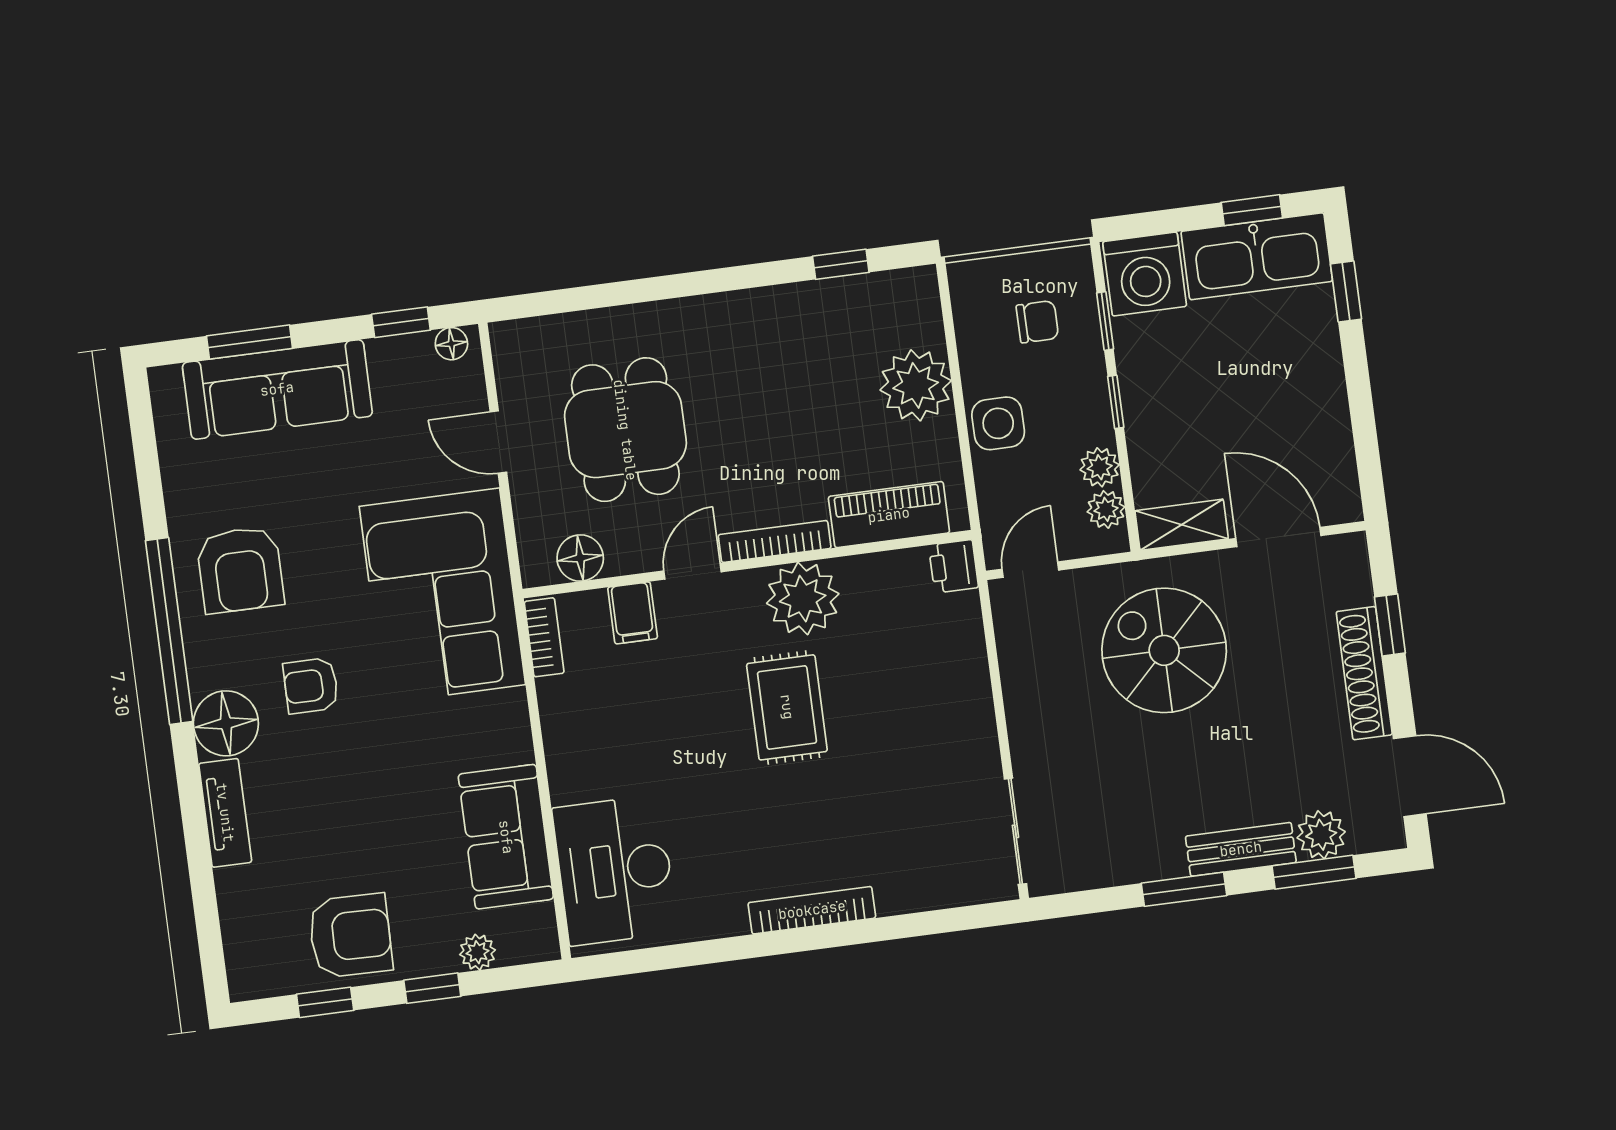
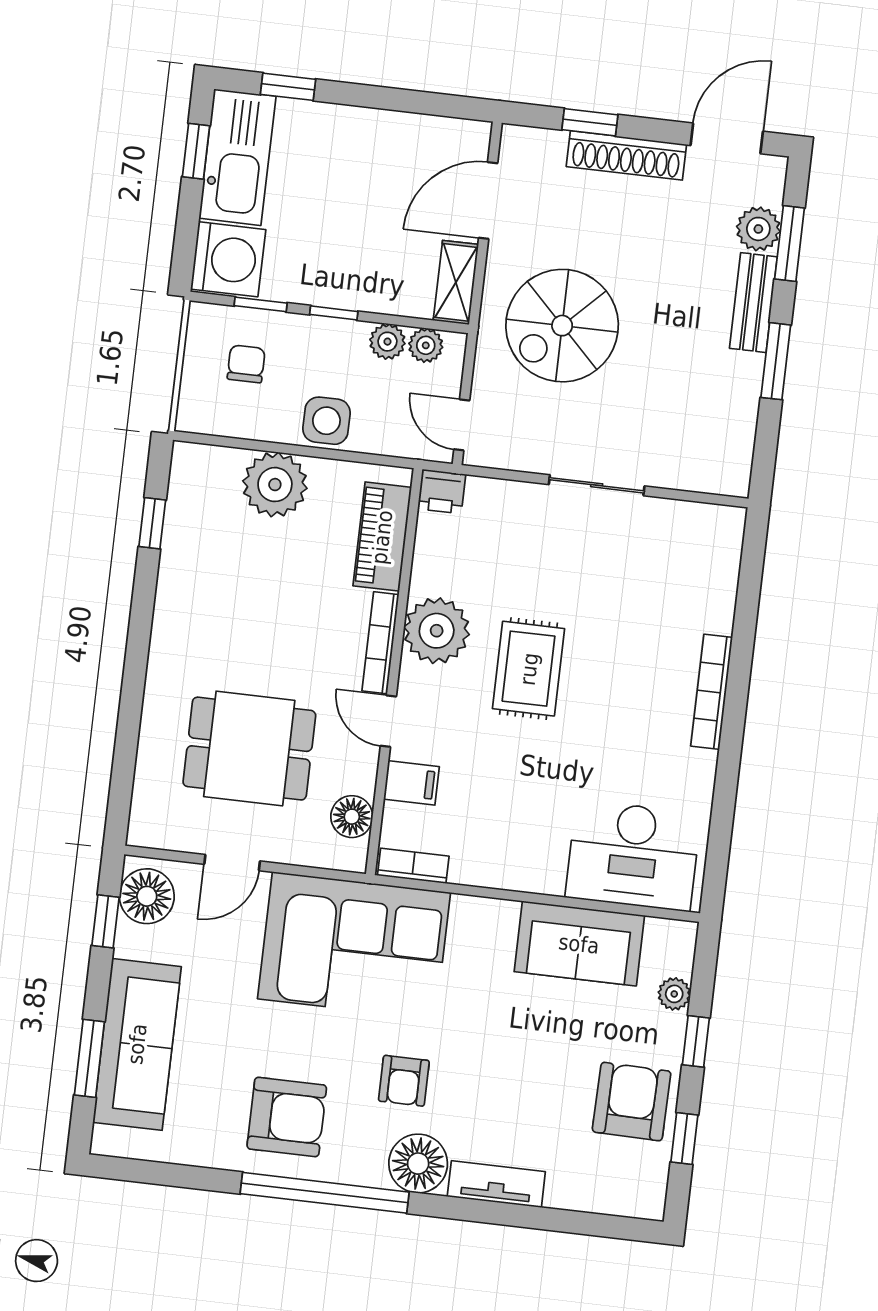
floor lamp: (451, 344) -> (147, 896), width x1.89, depth x1.89
rug: (787, 707) -> (529, 669), turned 90
sliding door: (1015, 831) -> (597, 485), moved

